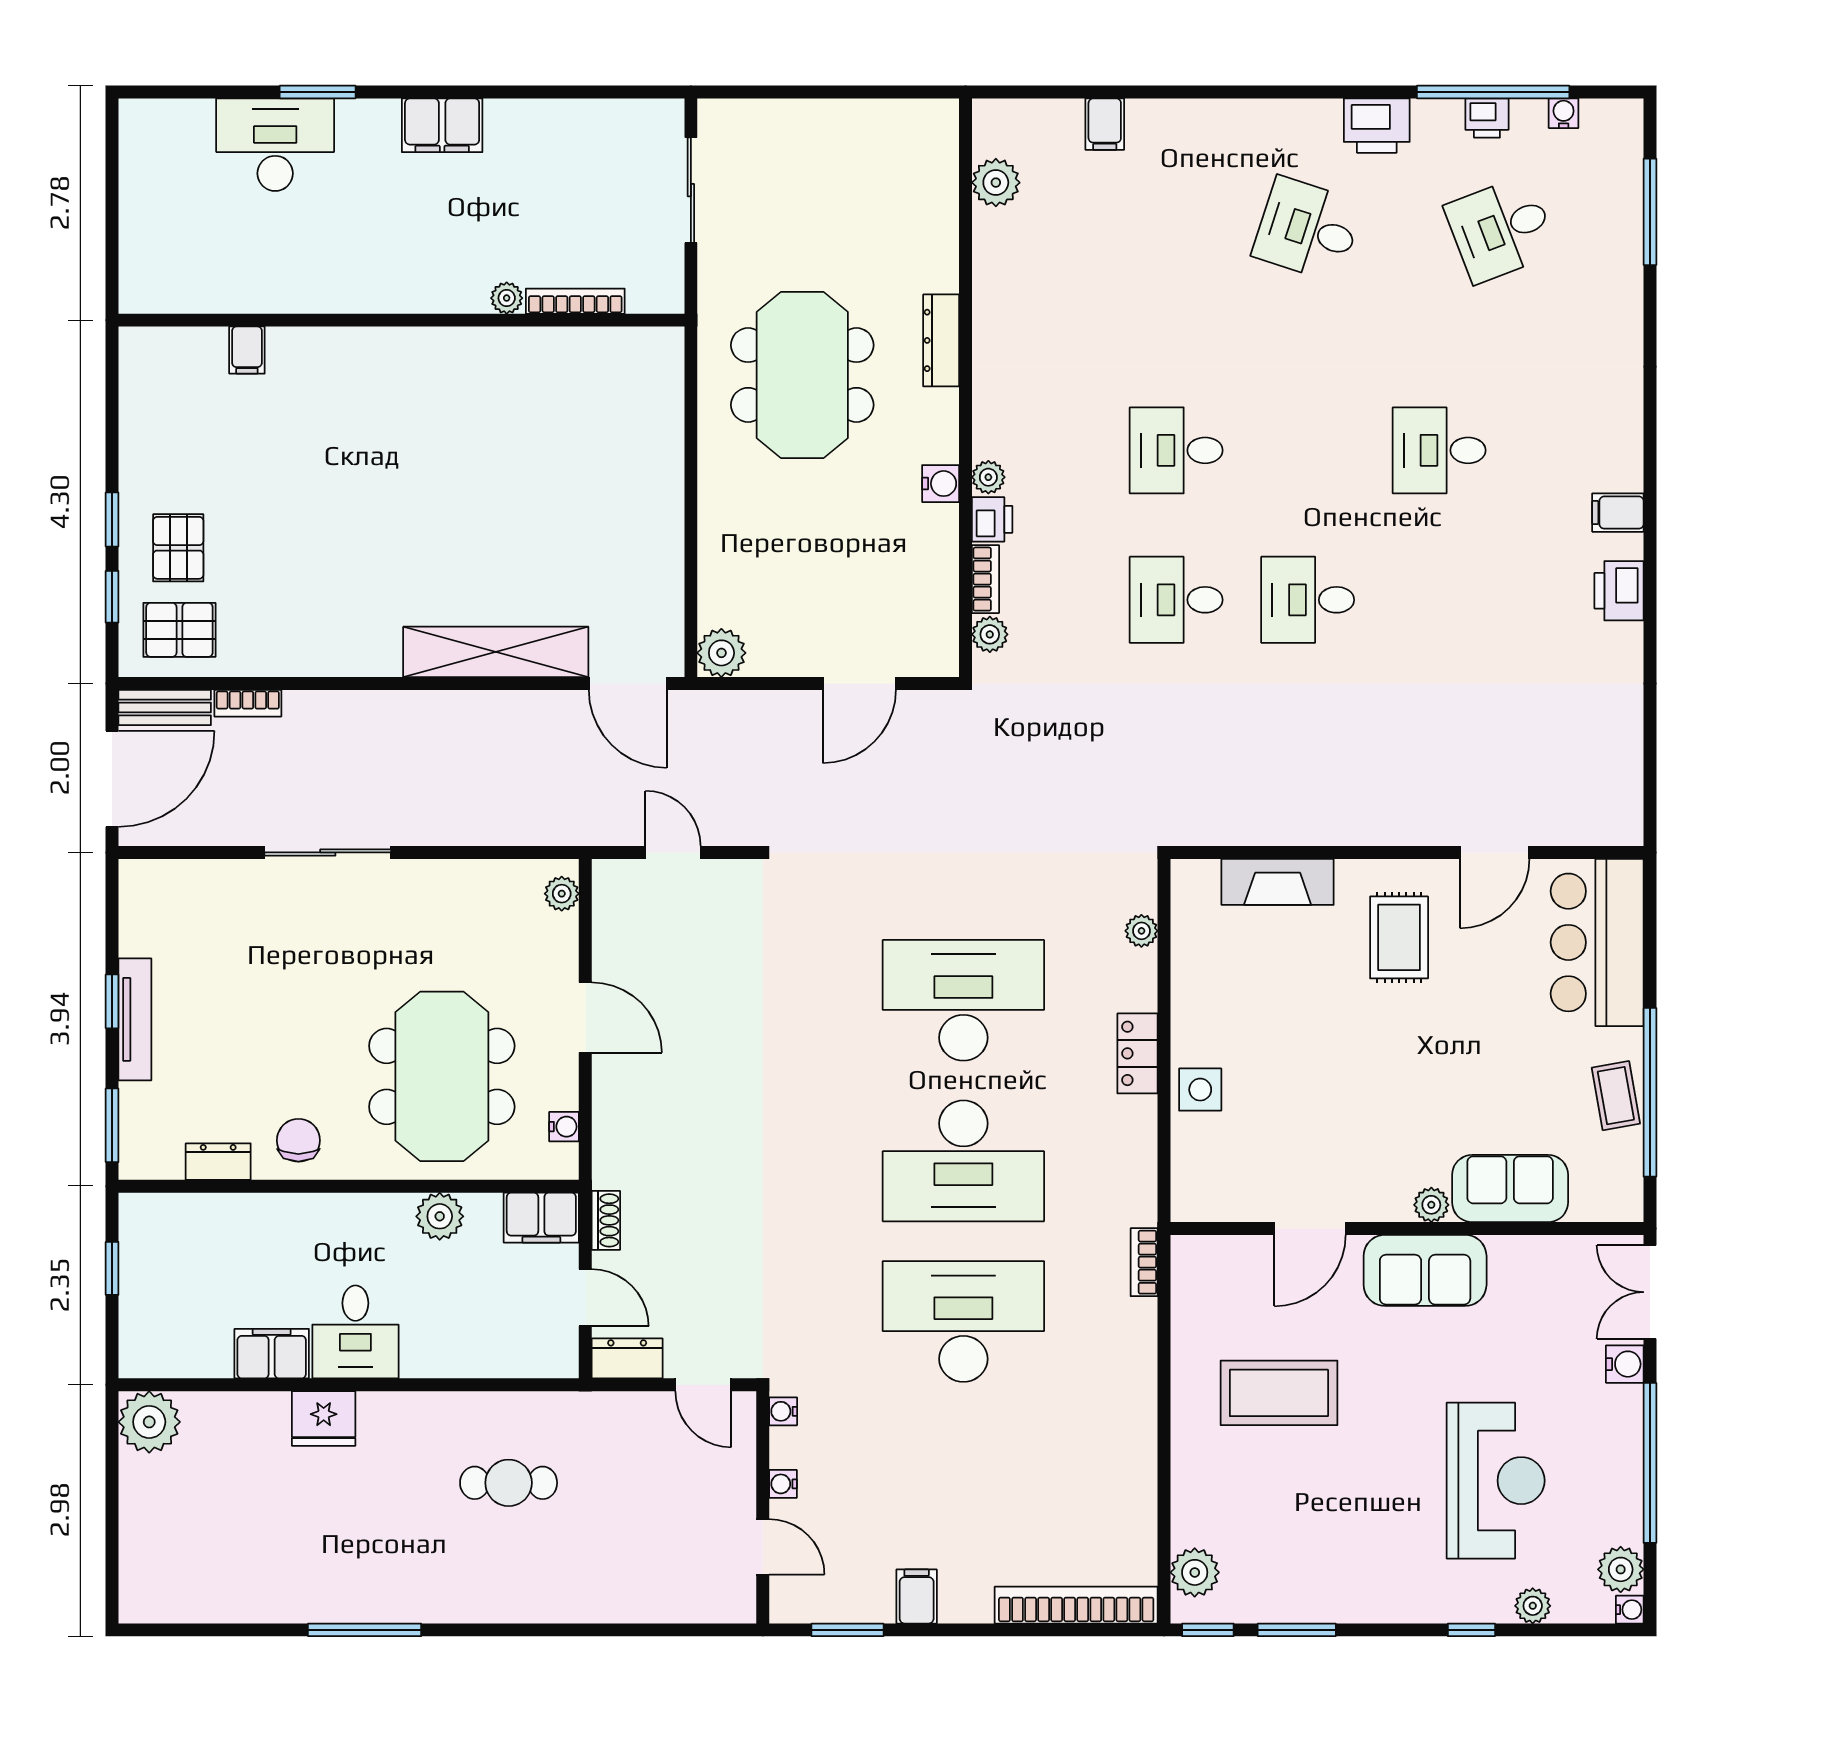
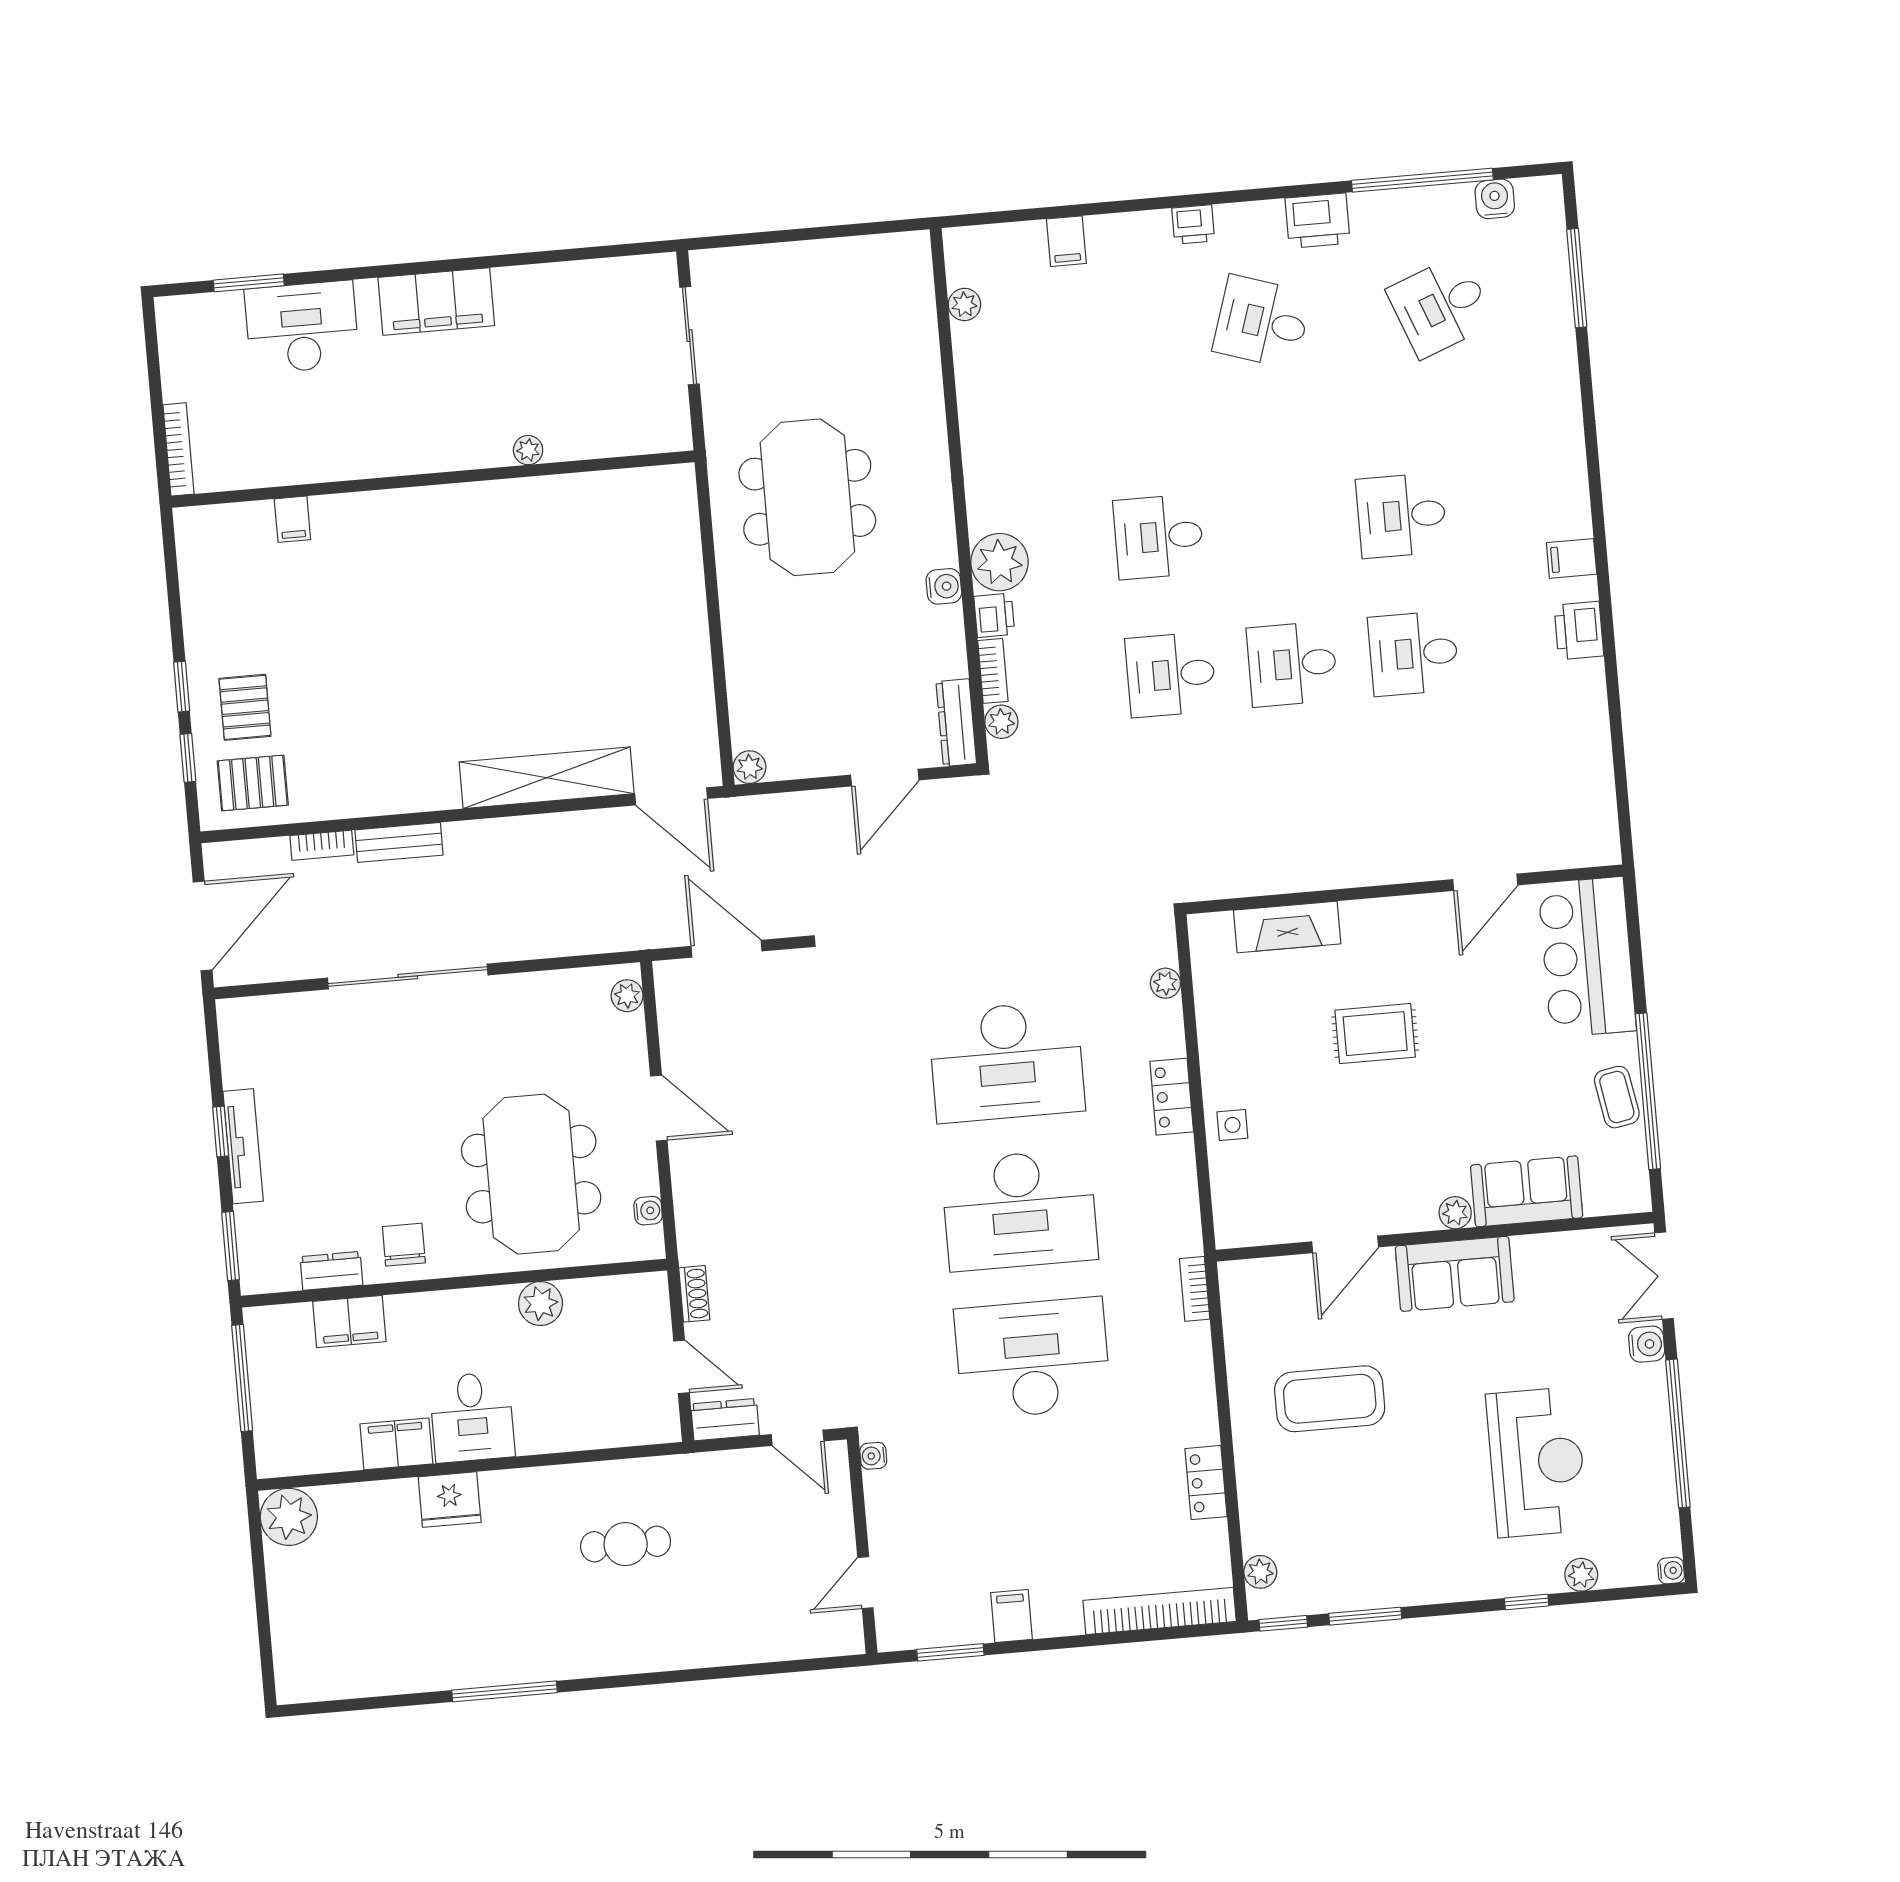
window: (318, 92) -> (249, 283), moved
water cooler: (1564, 113) -> (1495, 199), width x1.38, depth x1.38
printer: (1487, 118) -> (1193, 224), moved
filing cabinet: (442, 125) -> (436, 302), width x1.50, depth x1.17
plant: (996, 183) -> (964, 304), width x0.73, depth x0.73
bookcase: (575, 301) -> (179, 449), moved, turned 90
dresser: (941, 340) -> (956, 723), moved
plant: (988, 477) -> (1000, 562), width x1.87, depth x1.87
desk: (1439, 600) -> (1414, 653), added
plant: (721, 653) -> (750, 767), width x0.73, depth x0.73
bench: (165, 708) -> (399, 842), moved
sliding door: (328, 852) -> (408, 977), width x1.36
door: (673, 852) -> (726, 949), width x1.38
rug: (1399, 937) -> (1375, 1034), moved, turned 90
desk: (963, 1000) -> (1007, 1062), turned 180
side table: (1200, 1090) -> (1232, 1125), width x0.73, depth x0.73
filing cabinet: (541, 1218) -> (349, 1321), moved
window: (112, 1268) -> (242, 1378), width x2.17
locker: (1138, 1471) -> (1206, 1483), added
water cooler: (783, 1484) -> (879, 1523), removed
door: (763, 1547) -> (865, 1583), swing flipped
plant: (1621, 1569) -> (1659, 1534), removed
plant: (1195, 1572) -> (1260, 1572), width x0.73, depth x0.73

